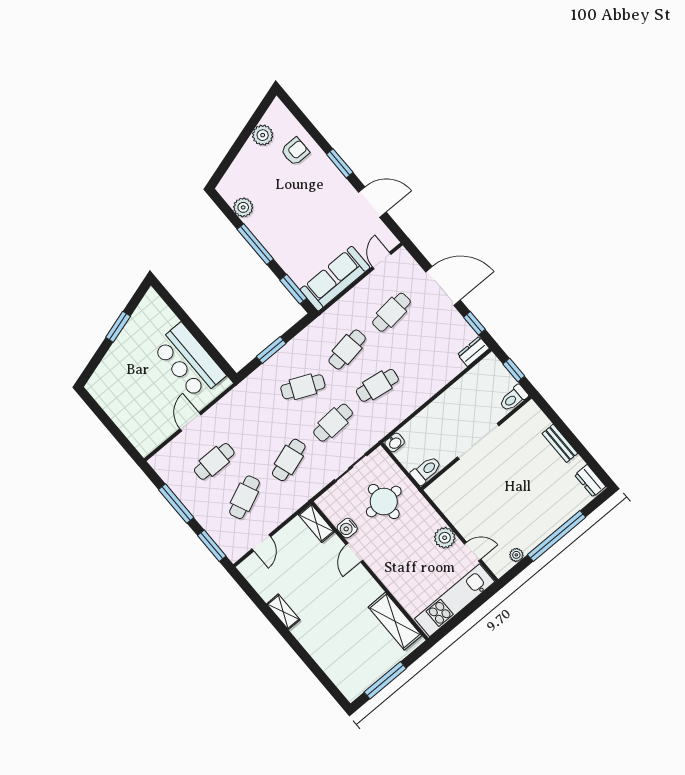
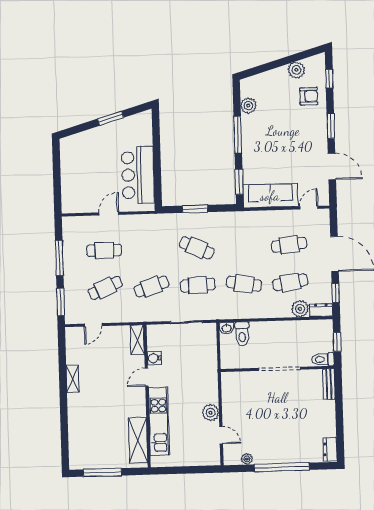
window: (302, 118) -> (329, 79), added
cafe table: (347, 350) -> (290, 282), moved
plant: (452, 367) -> (300, 309), added
bench: (560, 443) -> (329, 384), moved
toilet: (426, 470) -> (242, 334), moved, turned 90
round table: (384, 501) -> (190, 360), removed
kitchen unit: (455, 600) -> (159, 421), moved, turned 90

